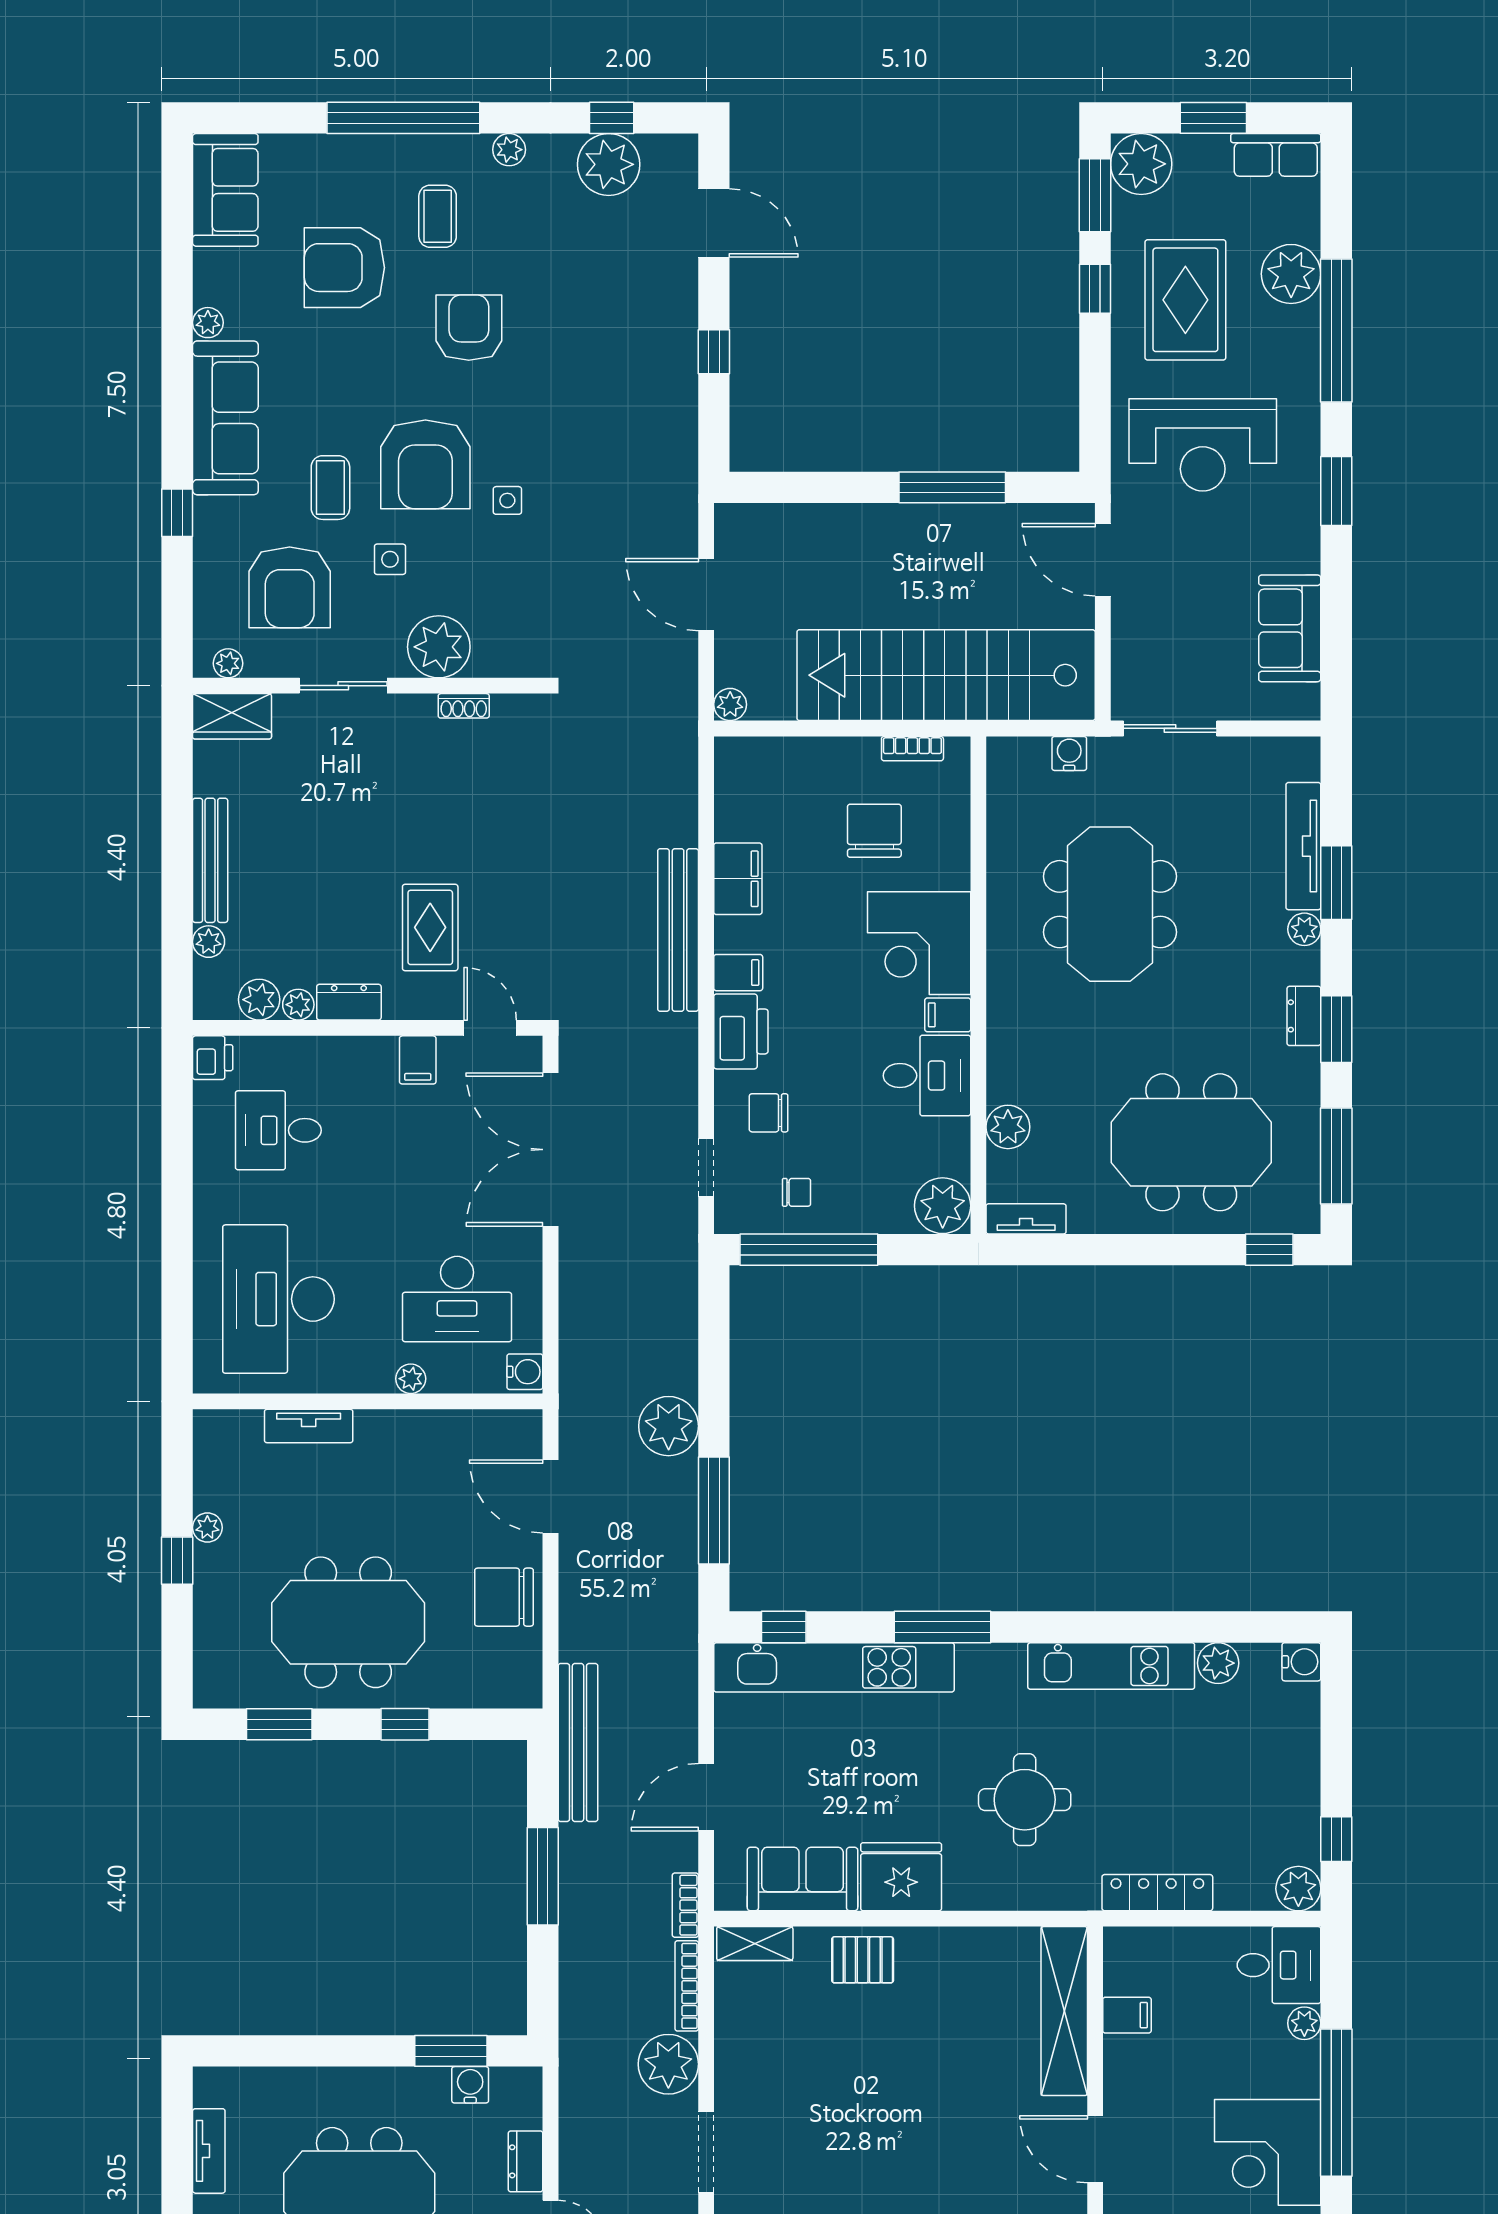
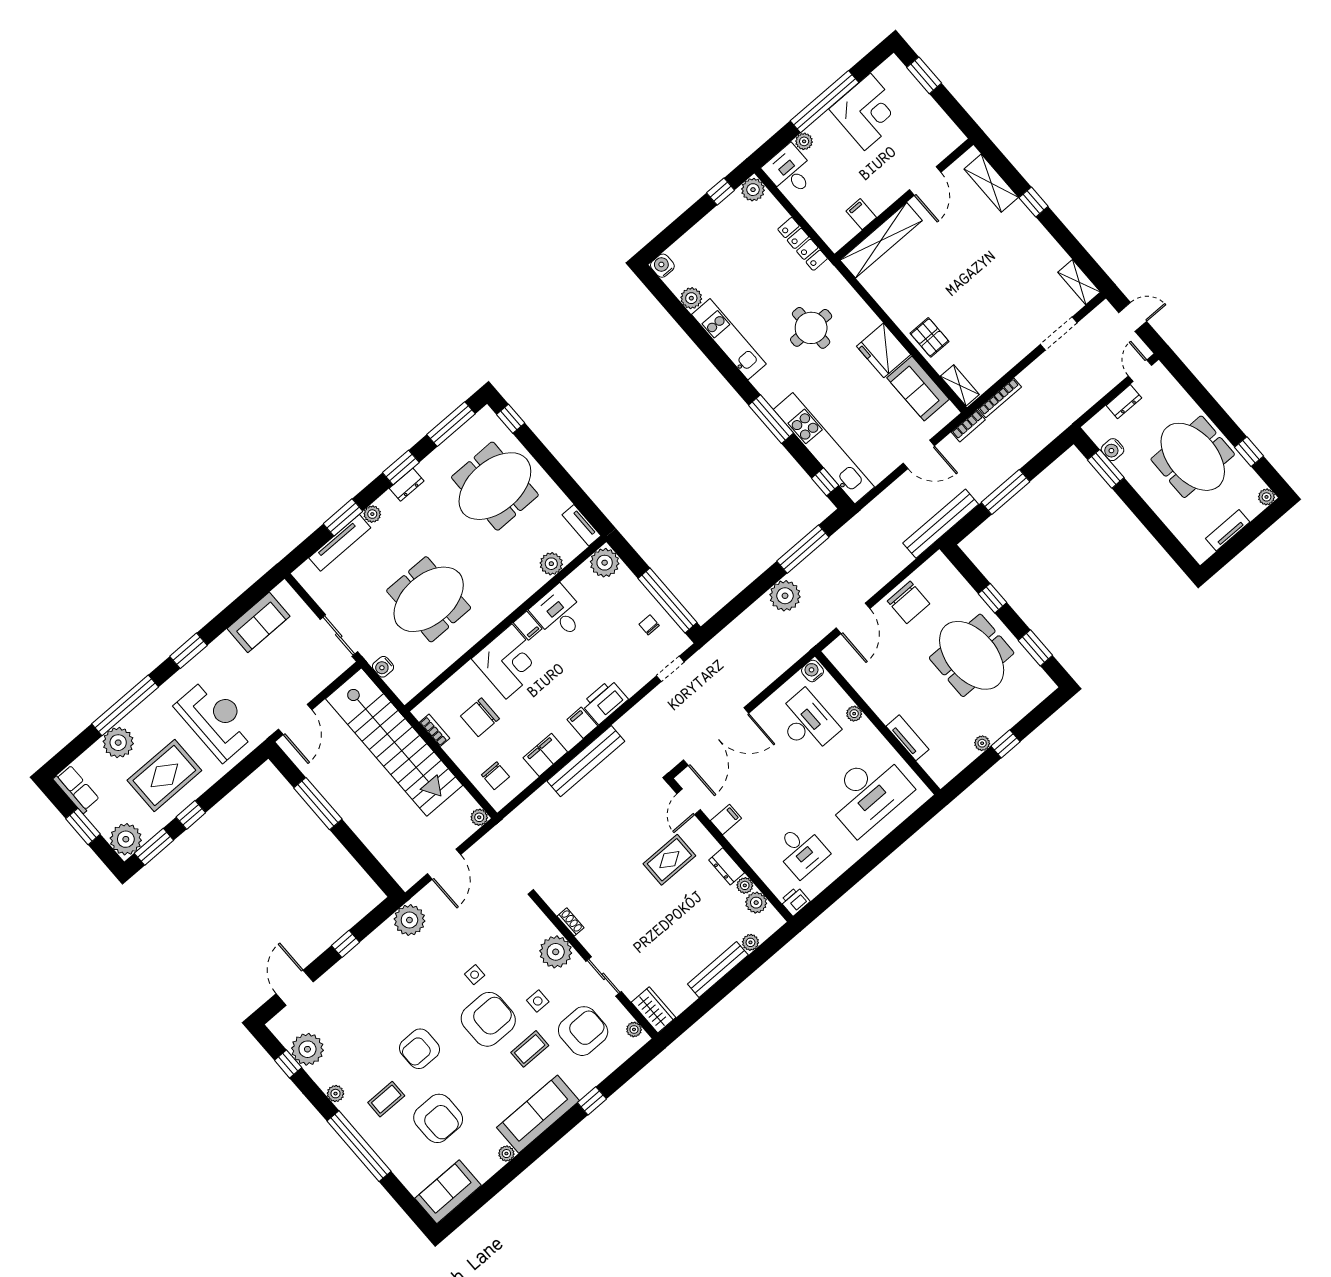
chair: (769, 1113) -> (495, 776), moved
meeting table: (1191, 1142) -> (495, 486), turned 90
plant: (668, 2064) -> (409, 920), moved

